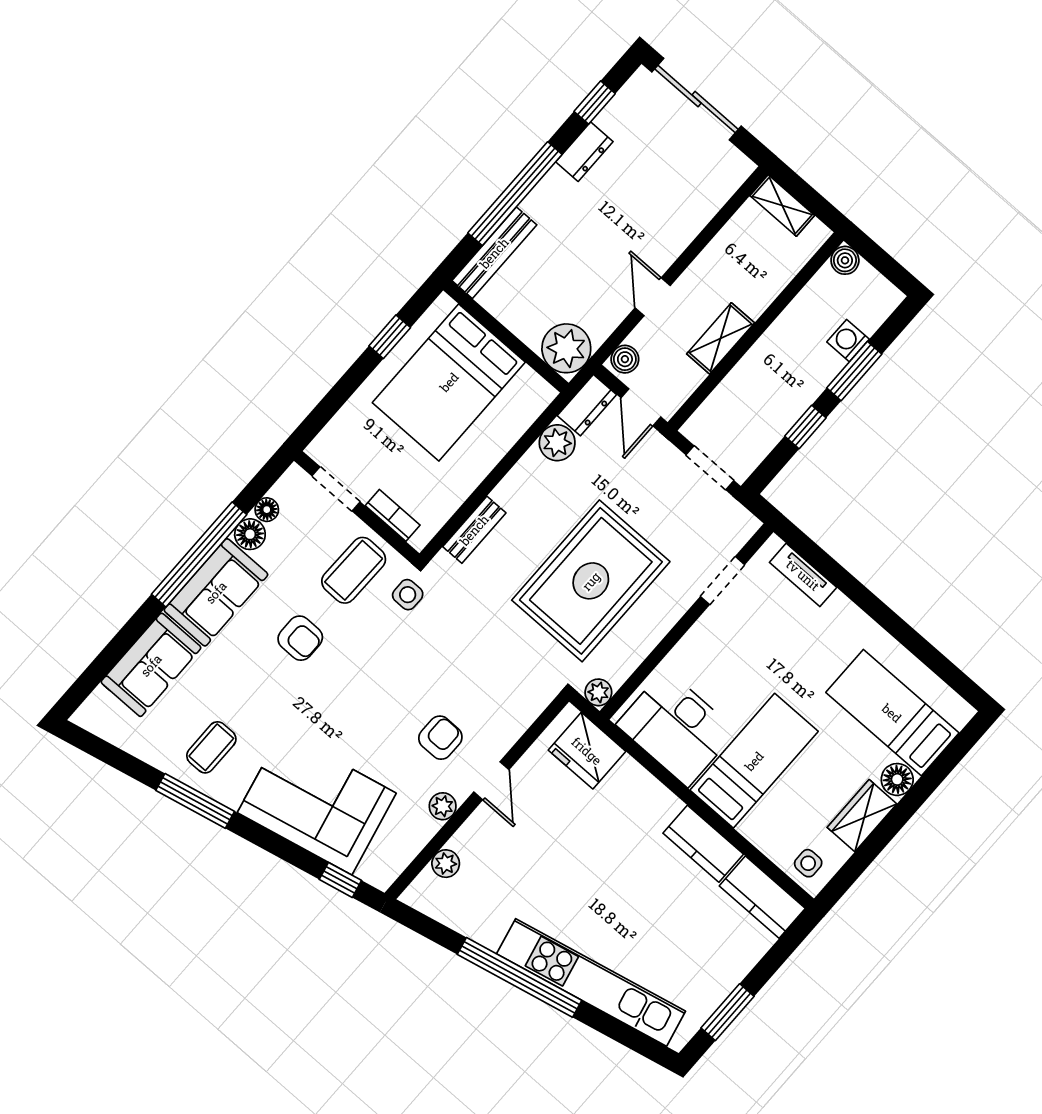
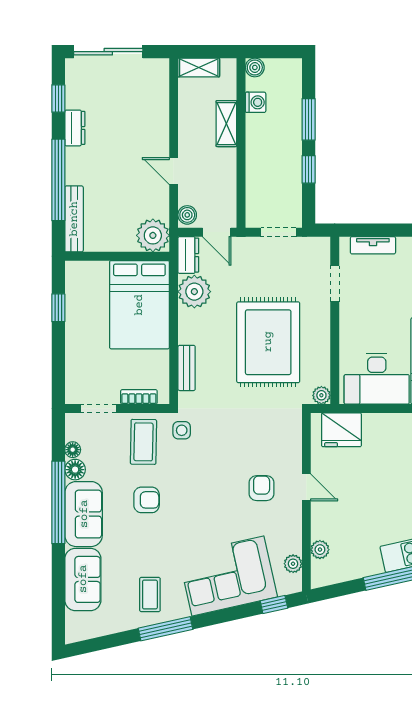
shelving: (721, 338) -> (226, 124), moved
washing machine: (848, 341) -> (256, 102), moved, turned 180
bed: (449, 382) -> (139, 305), moved
plant: (557, 443) -> (194, 292), width x1.36, depth x1.36
plant: (443, 806) -> (293, 564), moved

